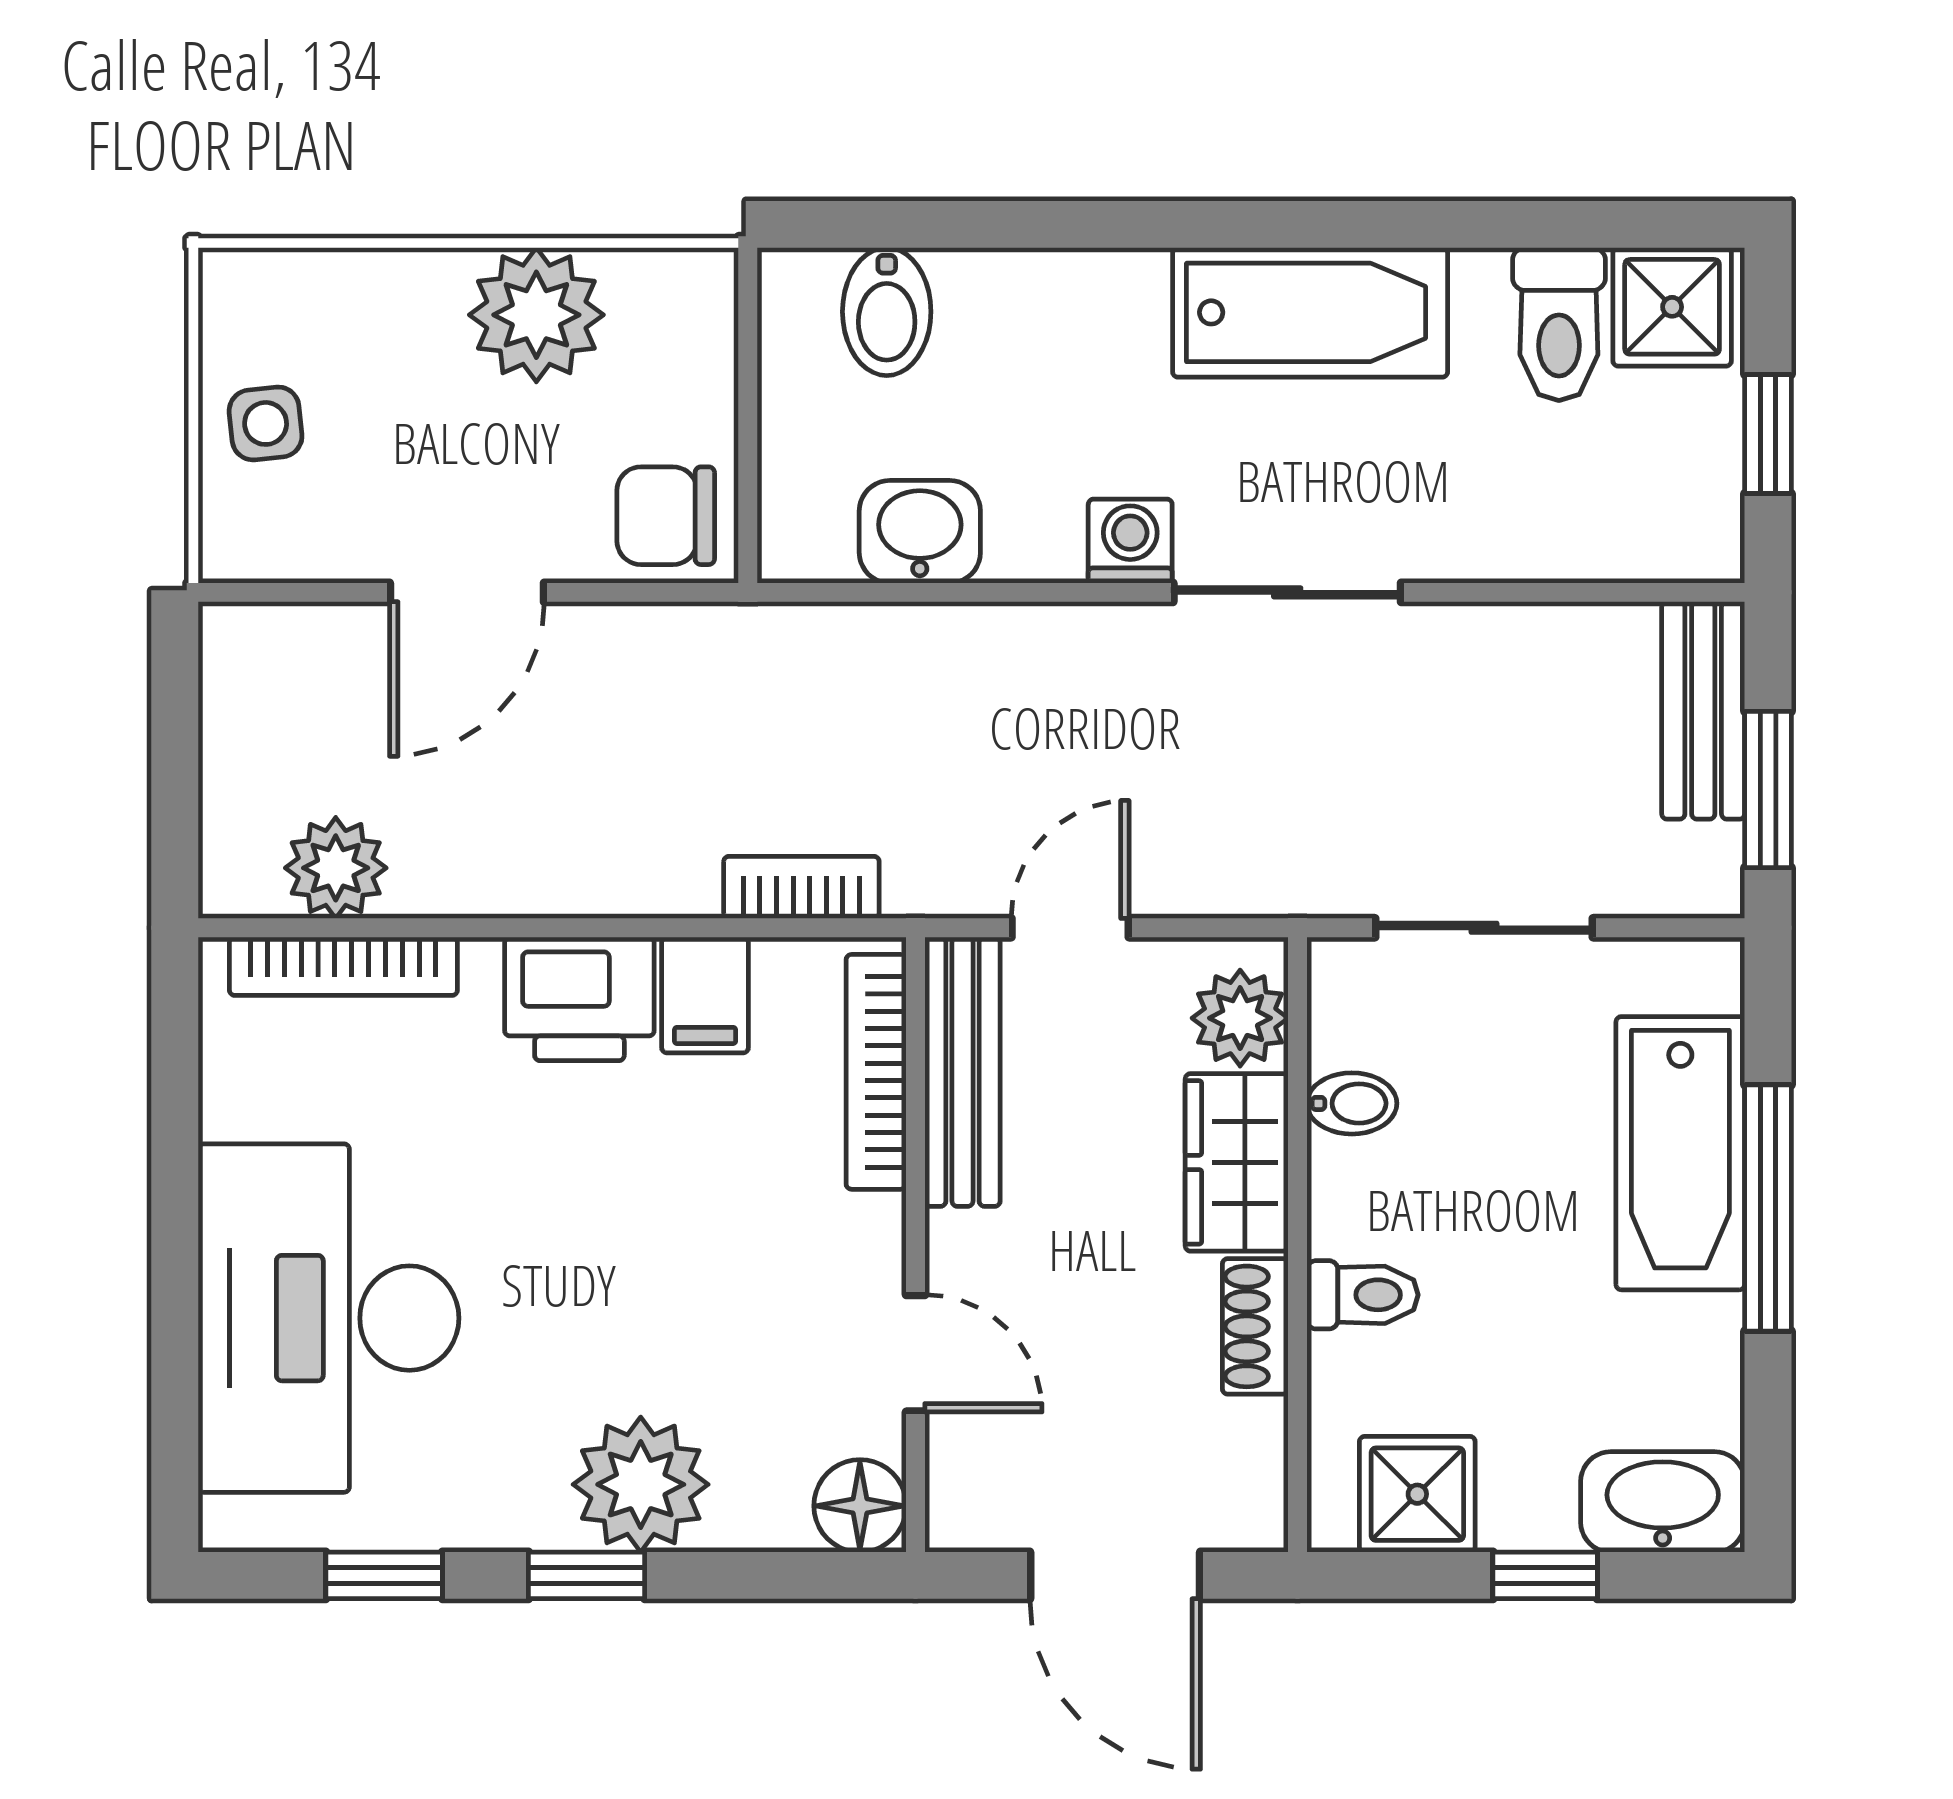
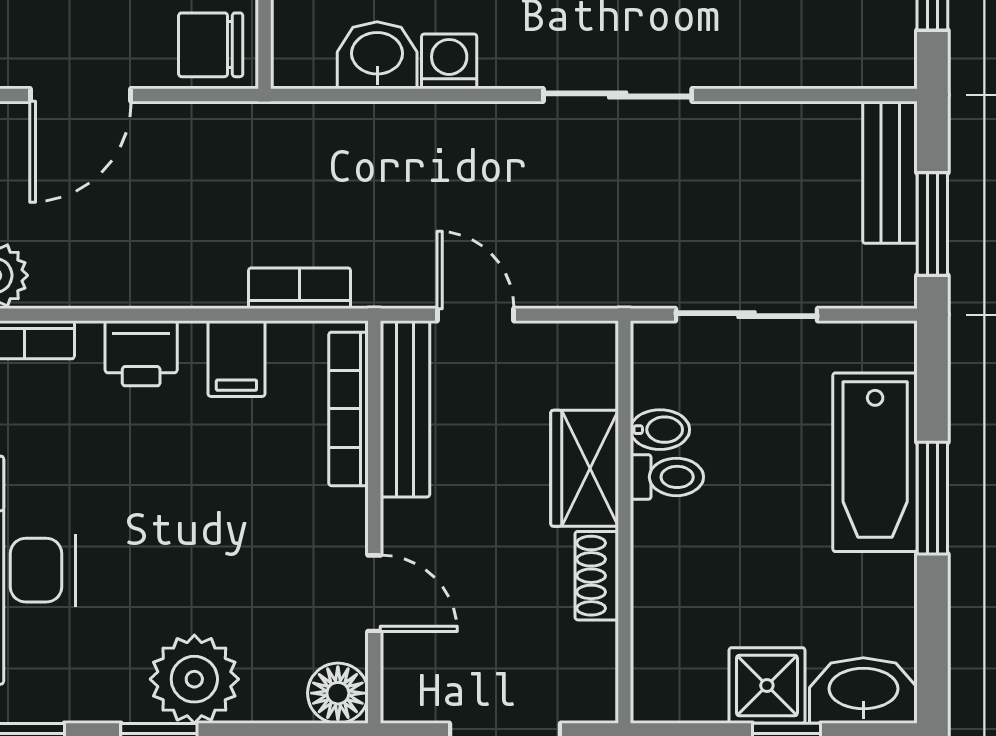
washing machine: (1130, 541) -> (449, 61), moved
door: (1070, 928) -> (475, 315), hinge flipped
printer: (579, 999) -> (141, 353), width x0.73, depth x0.81
plant: (1240, 1018) -> (587, 374), removed
window: (1768, 1208) -> (932, 498), width x0.69
toilet: (1362, 1295) -> (667, 477), moved
shower: (1417, 1494) -> (767, 685), moved

